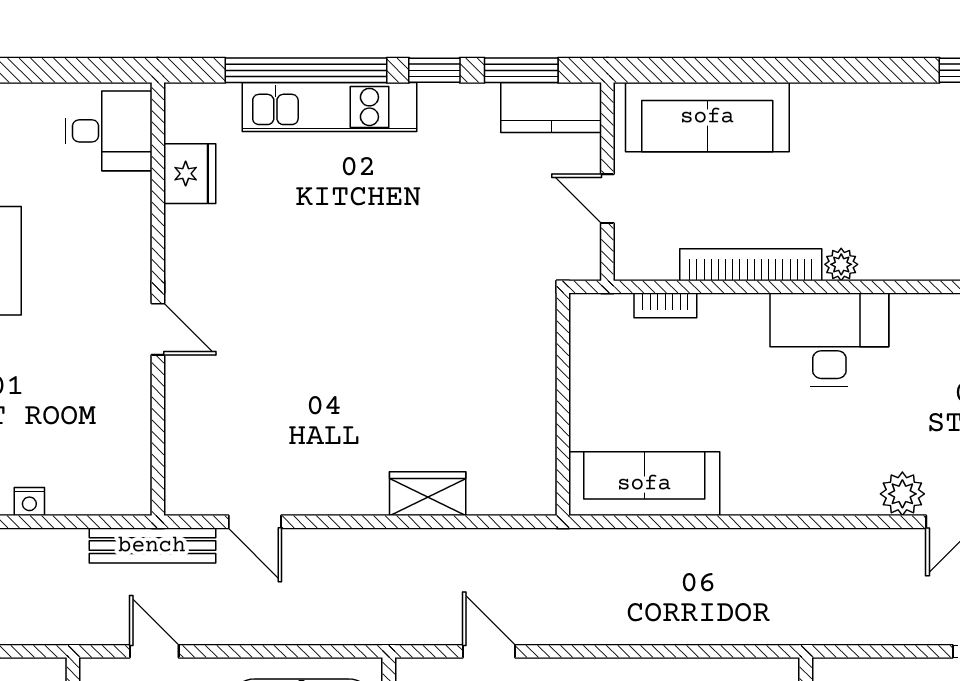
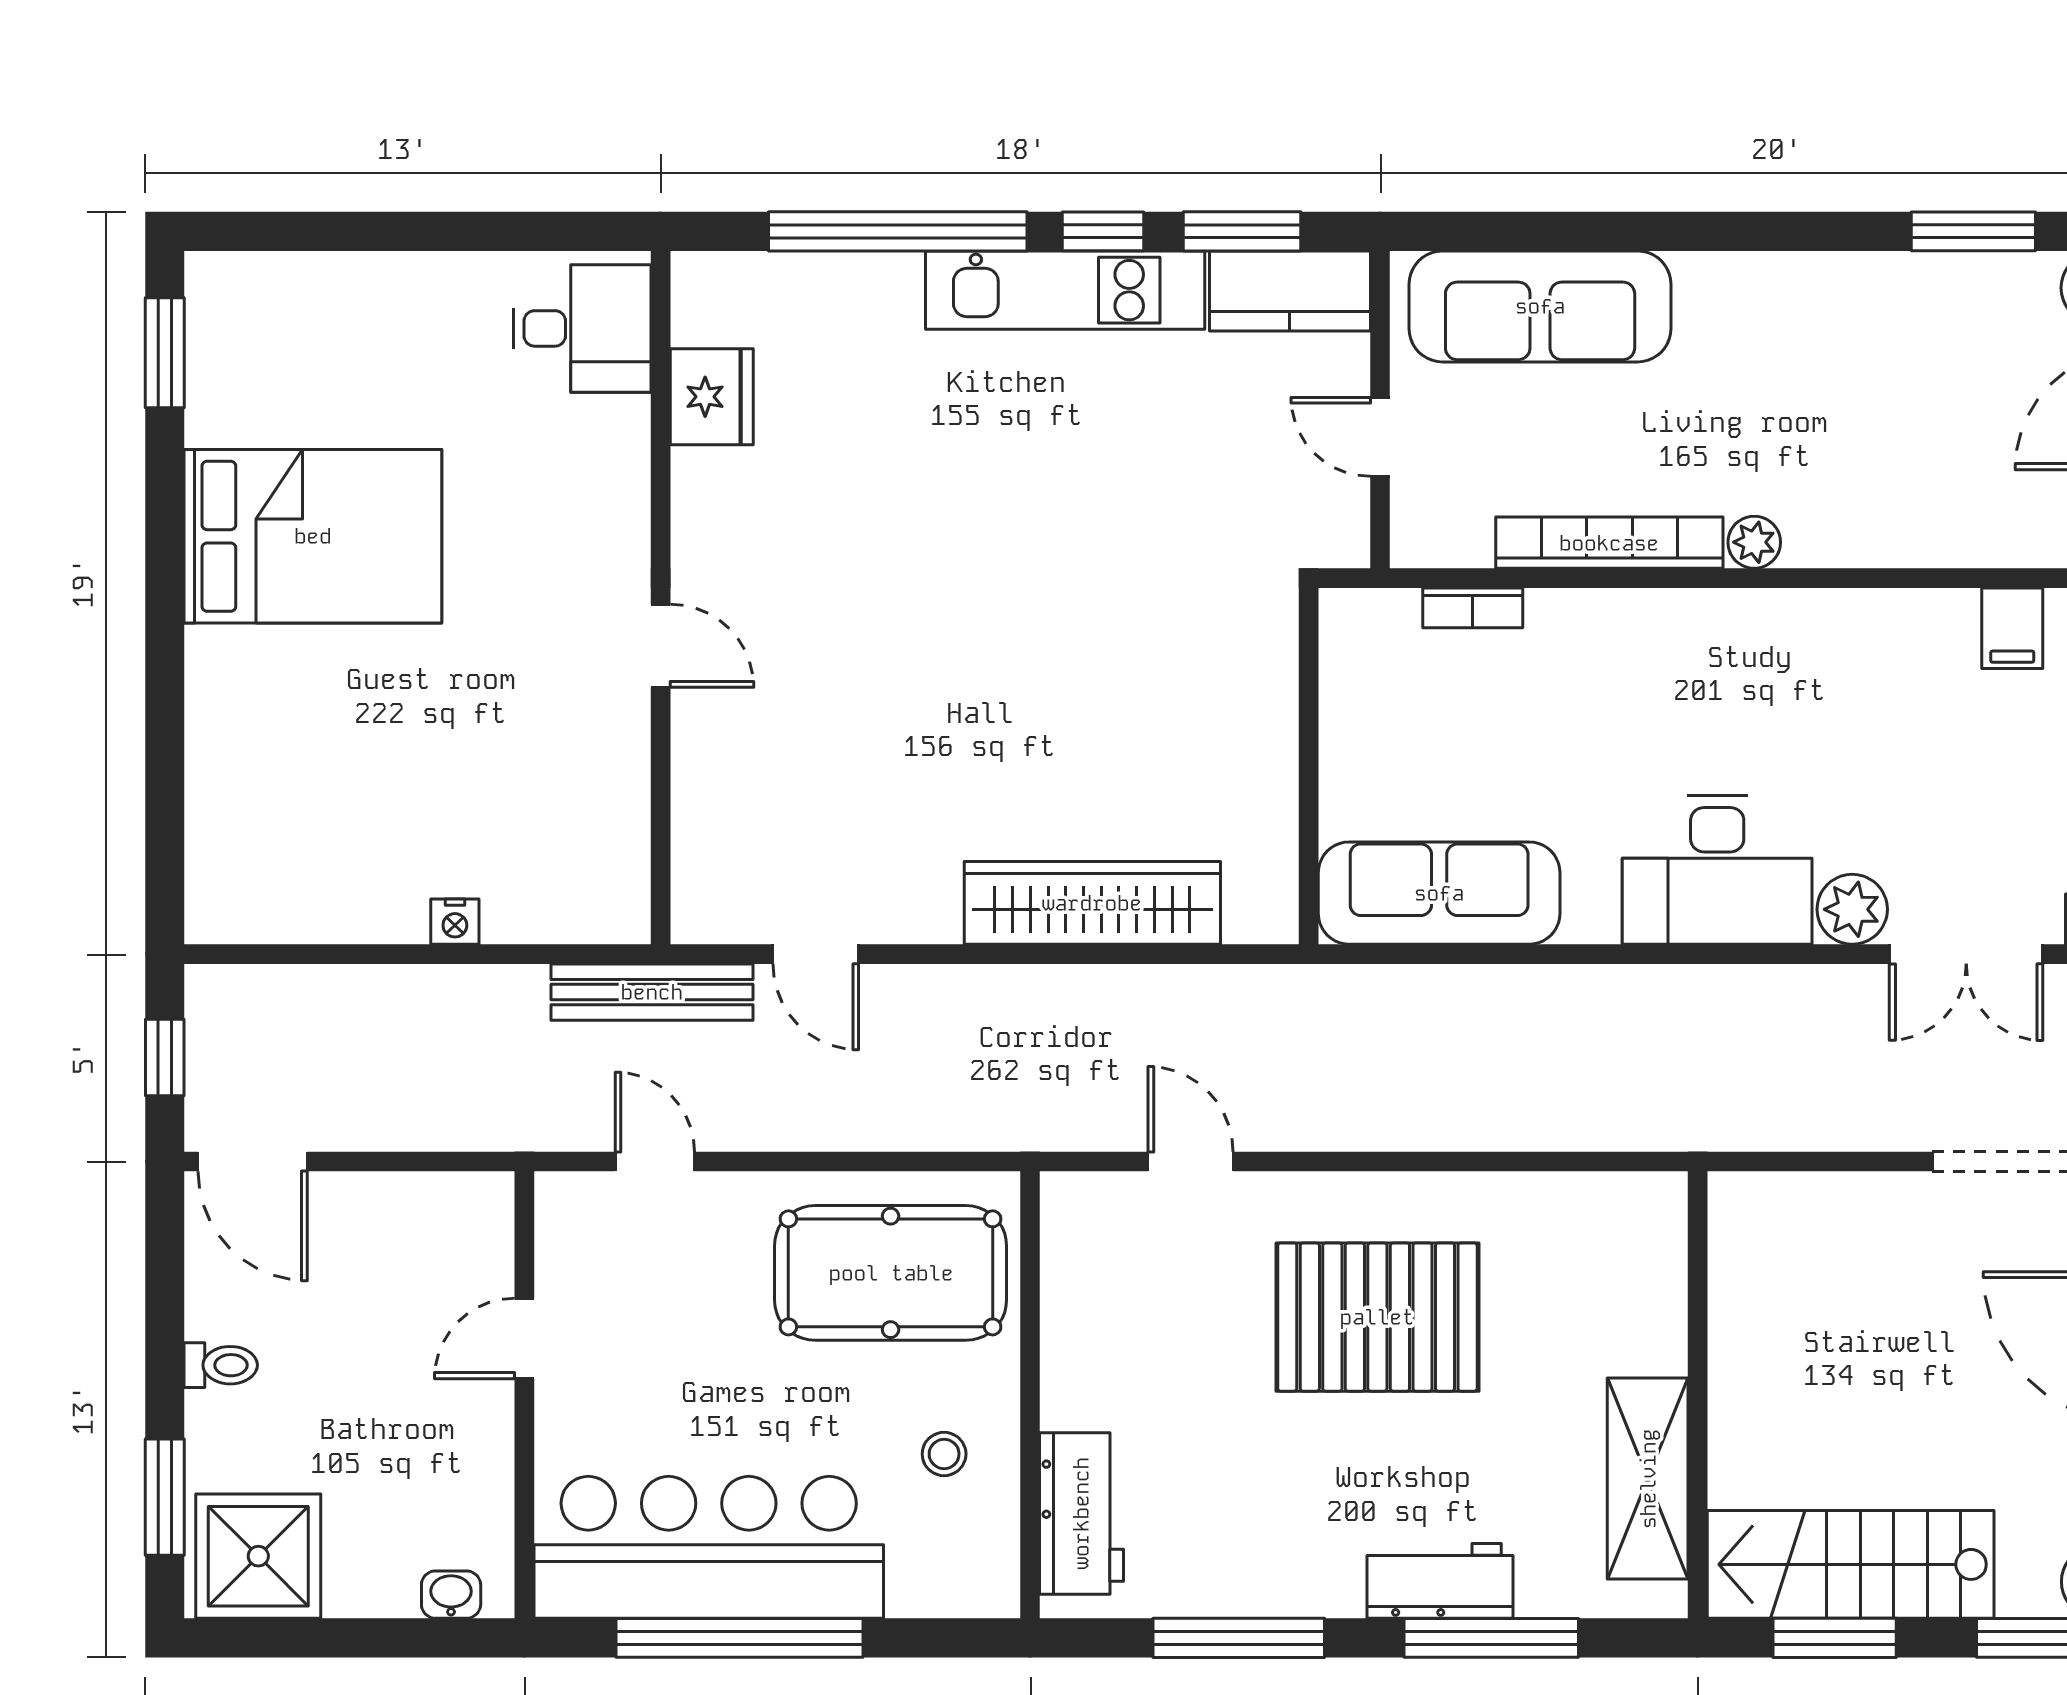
kitchen unit: (329, 107) -> (1065, 290), moved
desk: (829, 340) -> (1717, 870), moved, turned 180
wardrobe: (428, 494) -> (1092, 903), width x2.10, depth x1.17

